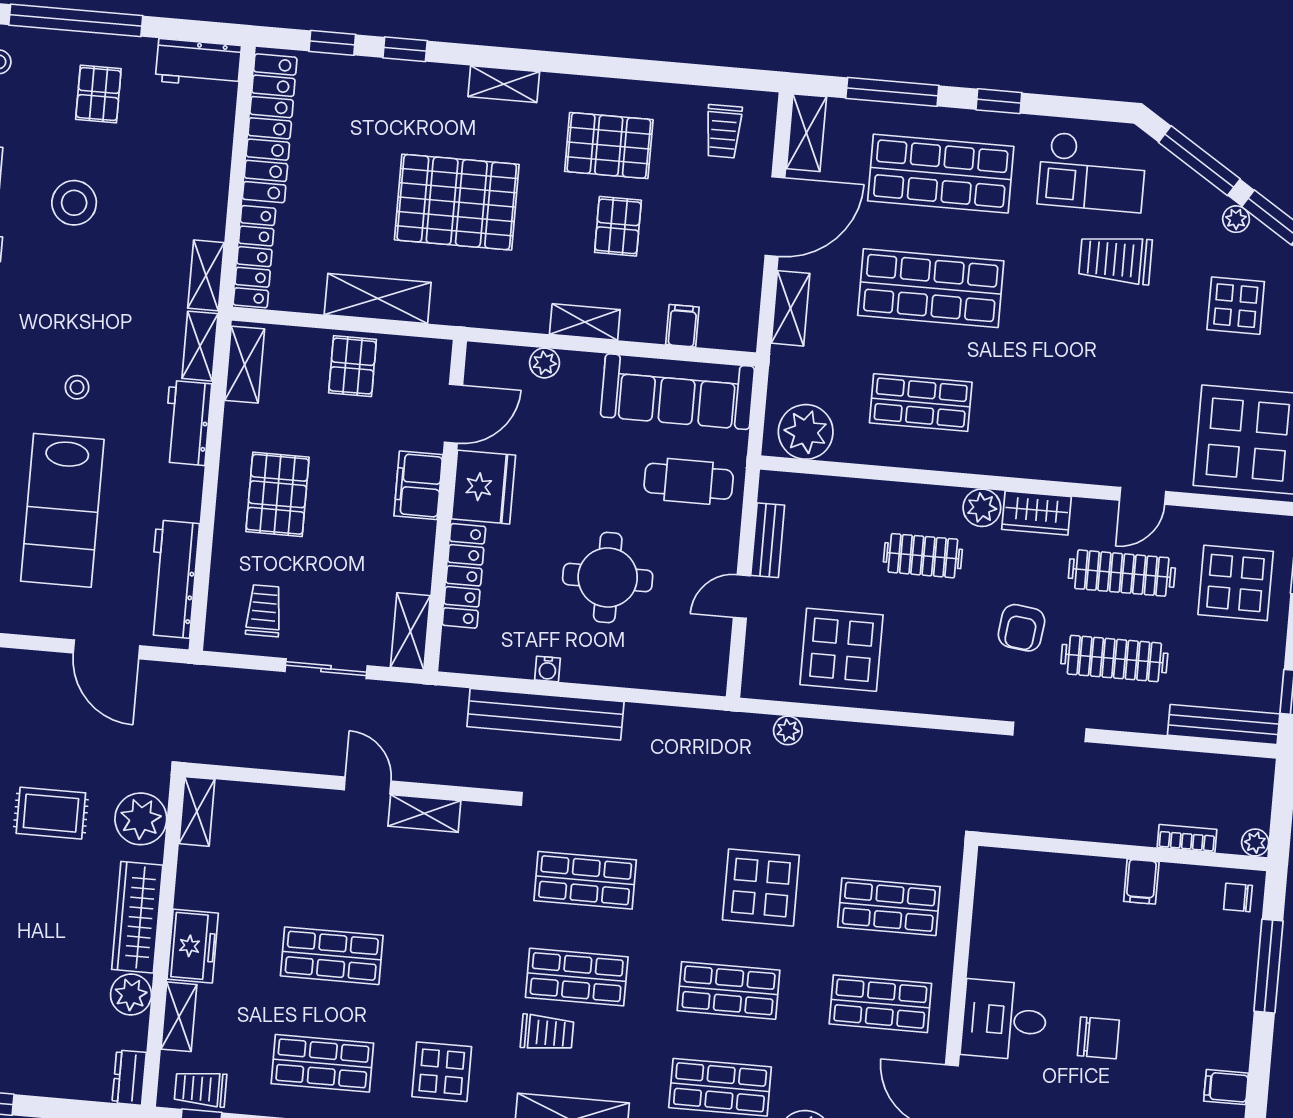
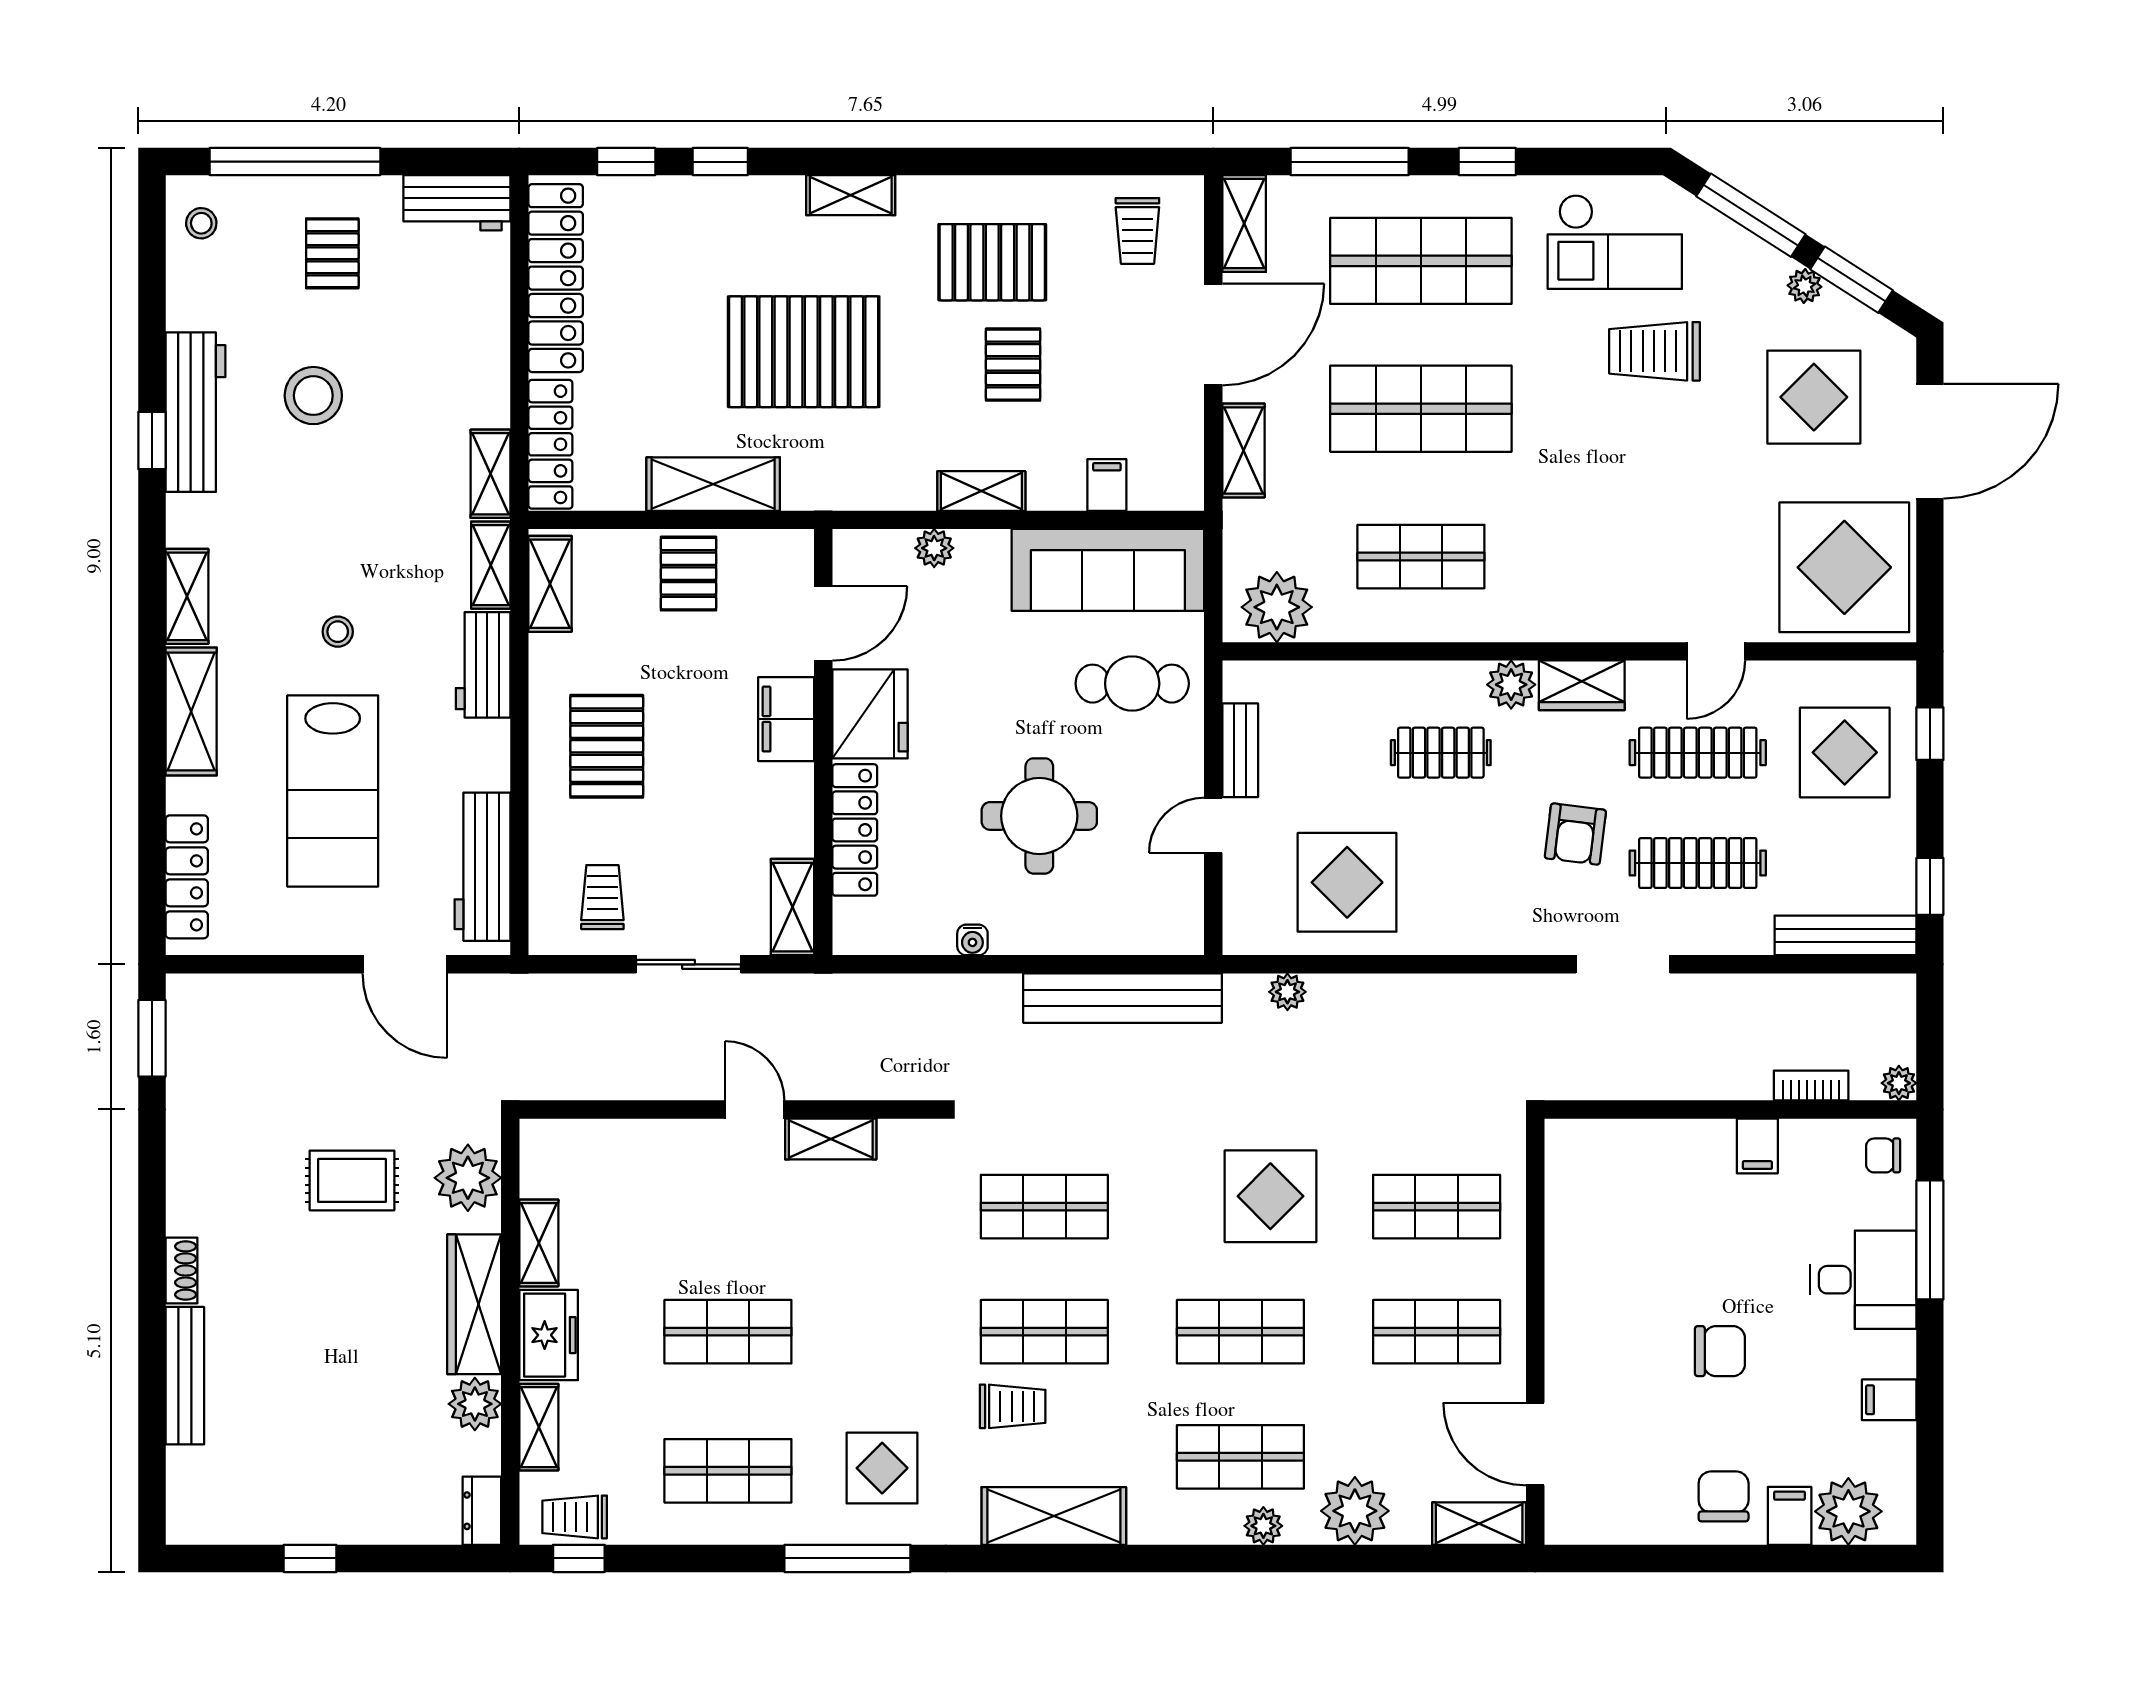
display table: (1236, 306) -> (1814, 397), width x1.36, depth x1.36
bench: (545, 714) -> (1123, 998), moved
shelving: (197, 811) -> (539, 1243), moved
desk: (1004, 1020) -> (1863, 1280), moved, turned 180

